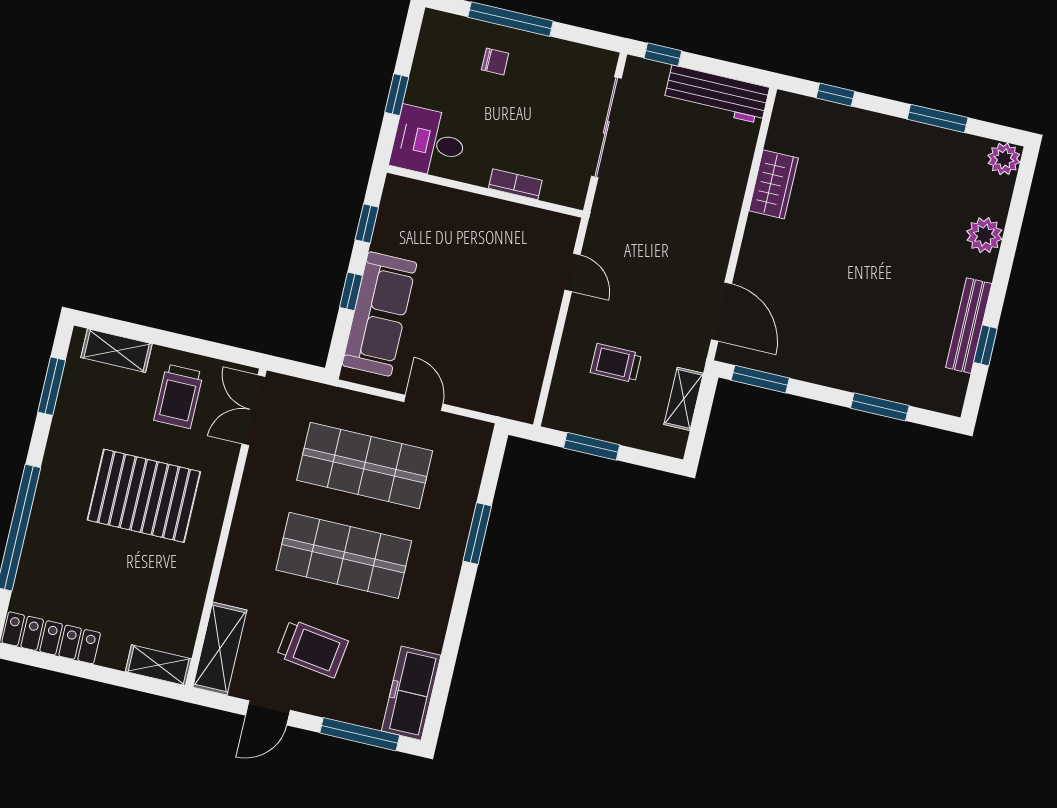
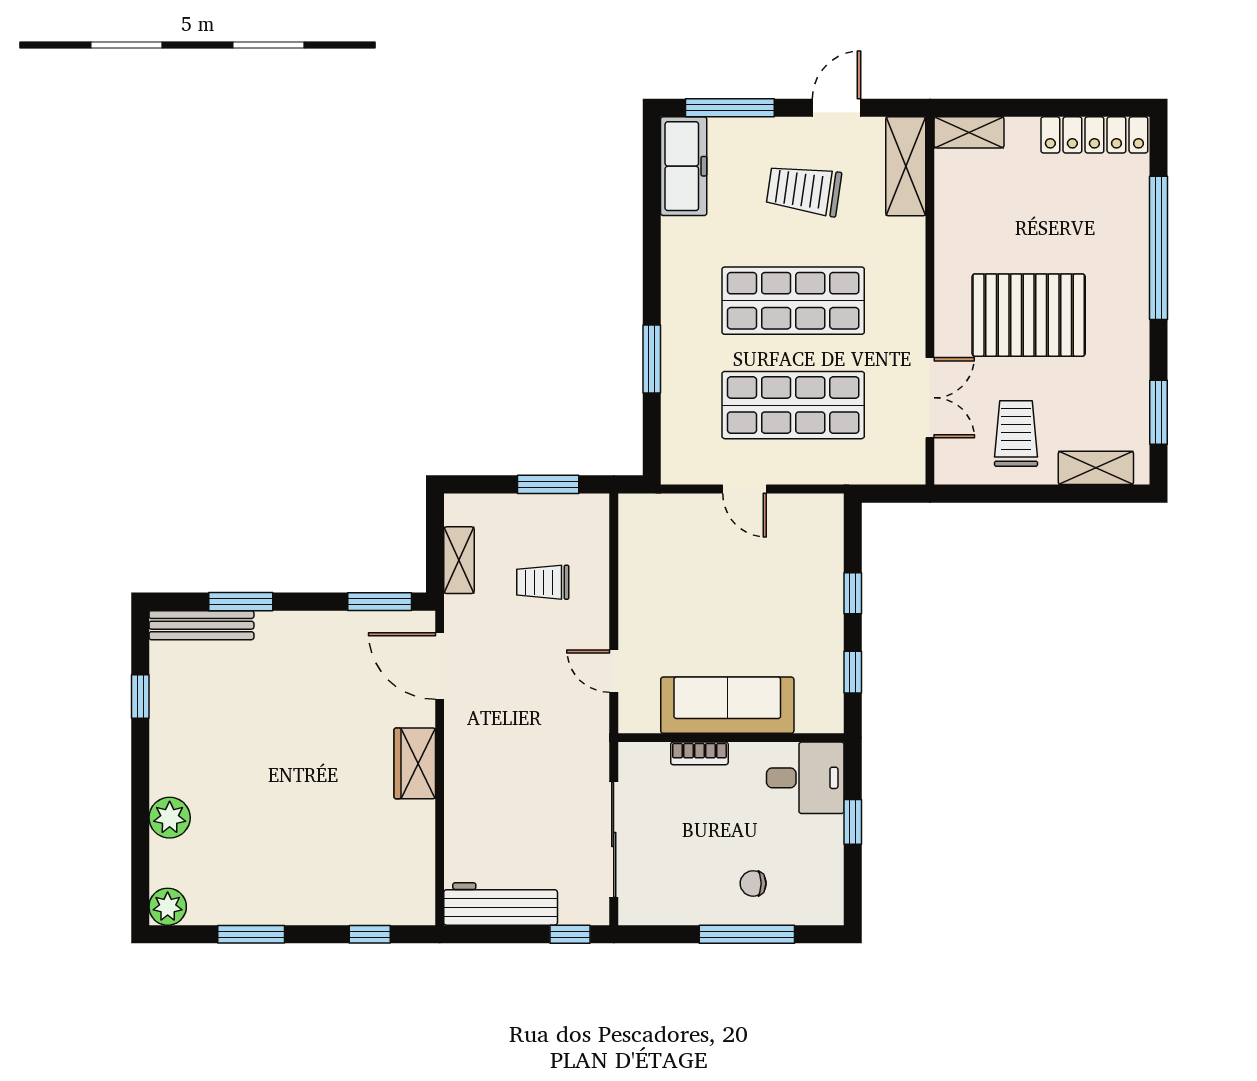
wardrobe: (774, 184) -> (415, 763), moved
sofa: (379, 314) -> (727, 705), moved, turned 90
bench: (969, 326) -> (201, 625), moved, turned 90
trolley: (616, 363) -> (543, 582), turned 180
double door: (253, 410) -> (930, 398), moved

